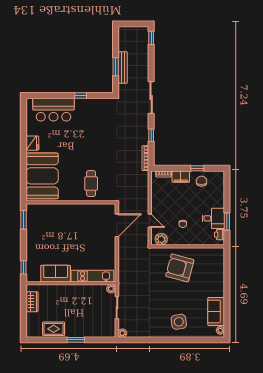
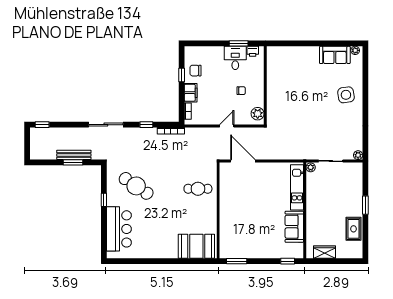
cafe table: (94, 126) -> (136, 186), added
fridge: (32, 143) -> (155, 252), removed
booth: (42, 176) -> (196, 246), width x0.73, depth x0.70
door: (150, 221) -> (227, 126), moved
armchair: (180, 268) -> (288, 94), removed

